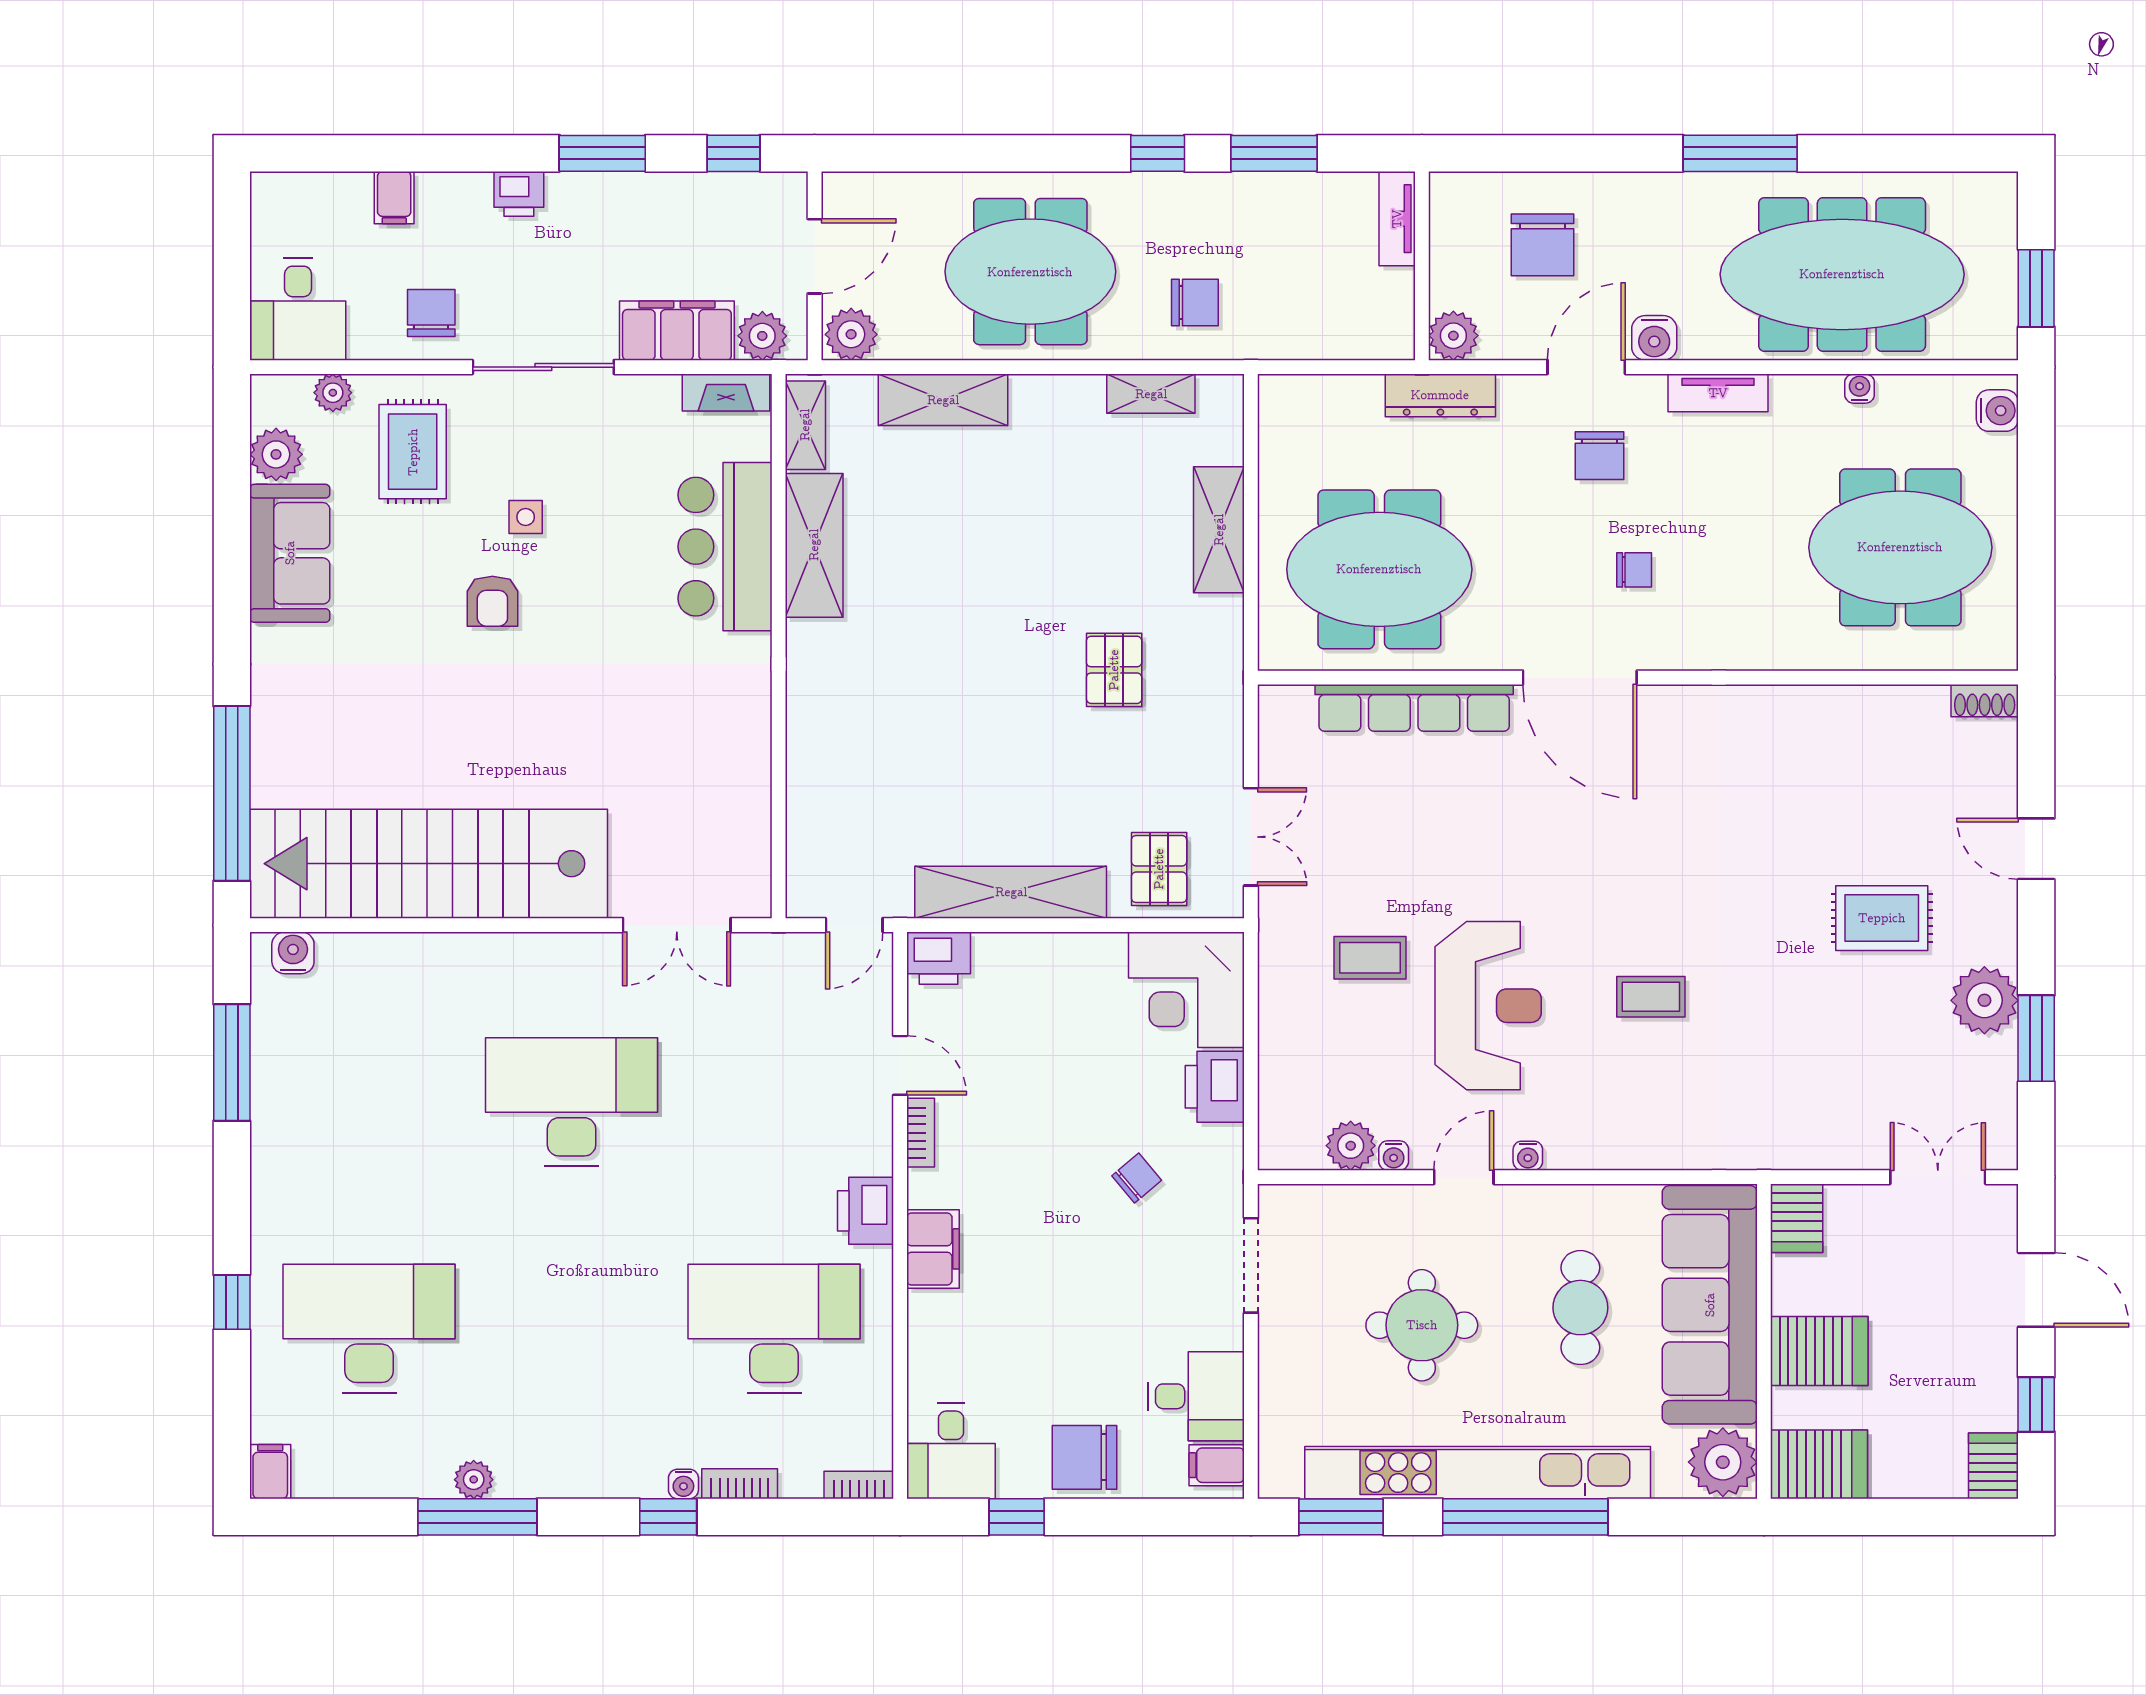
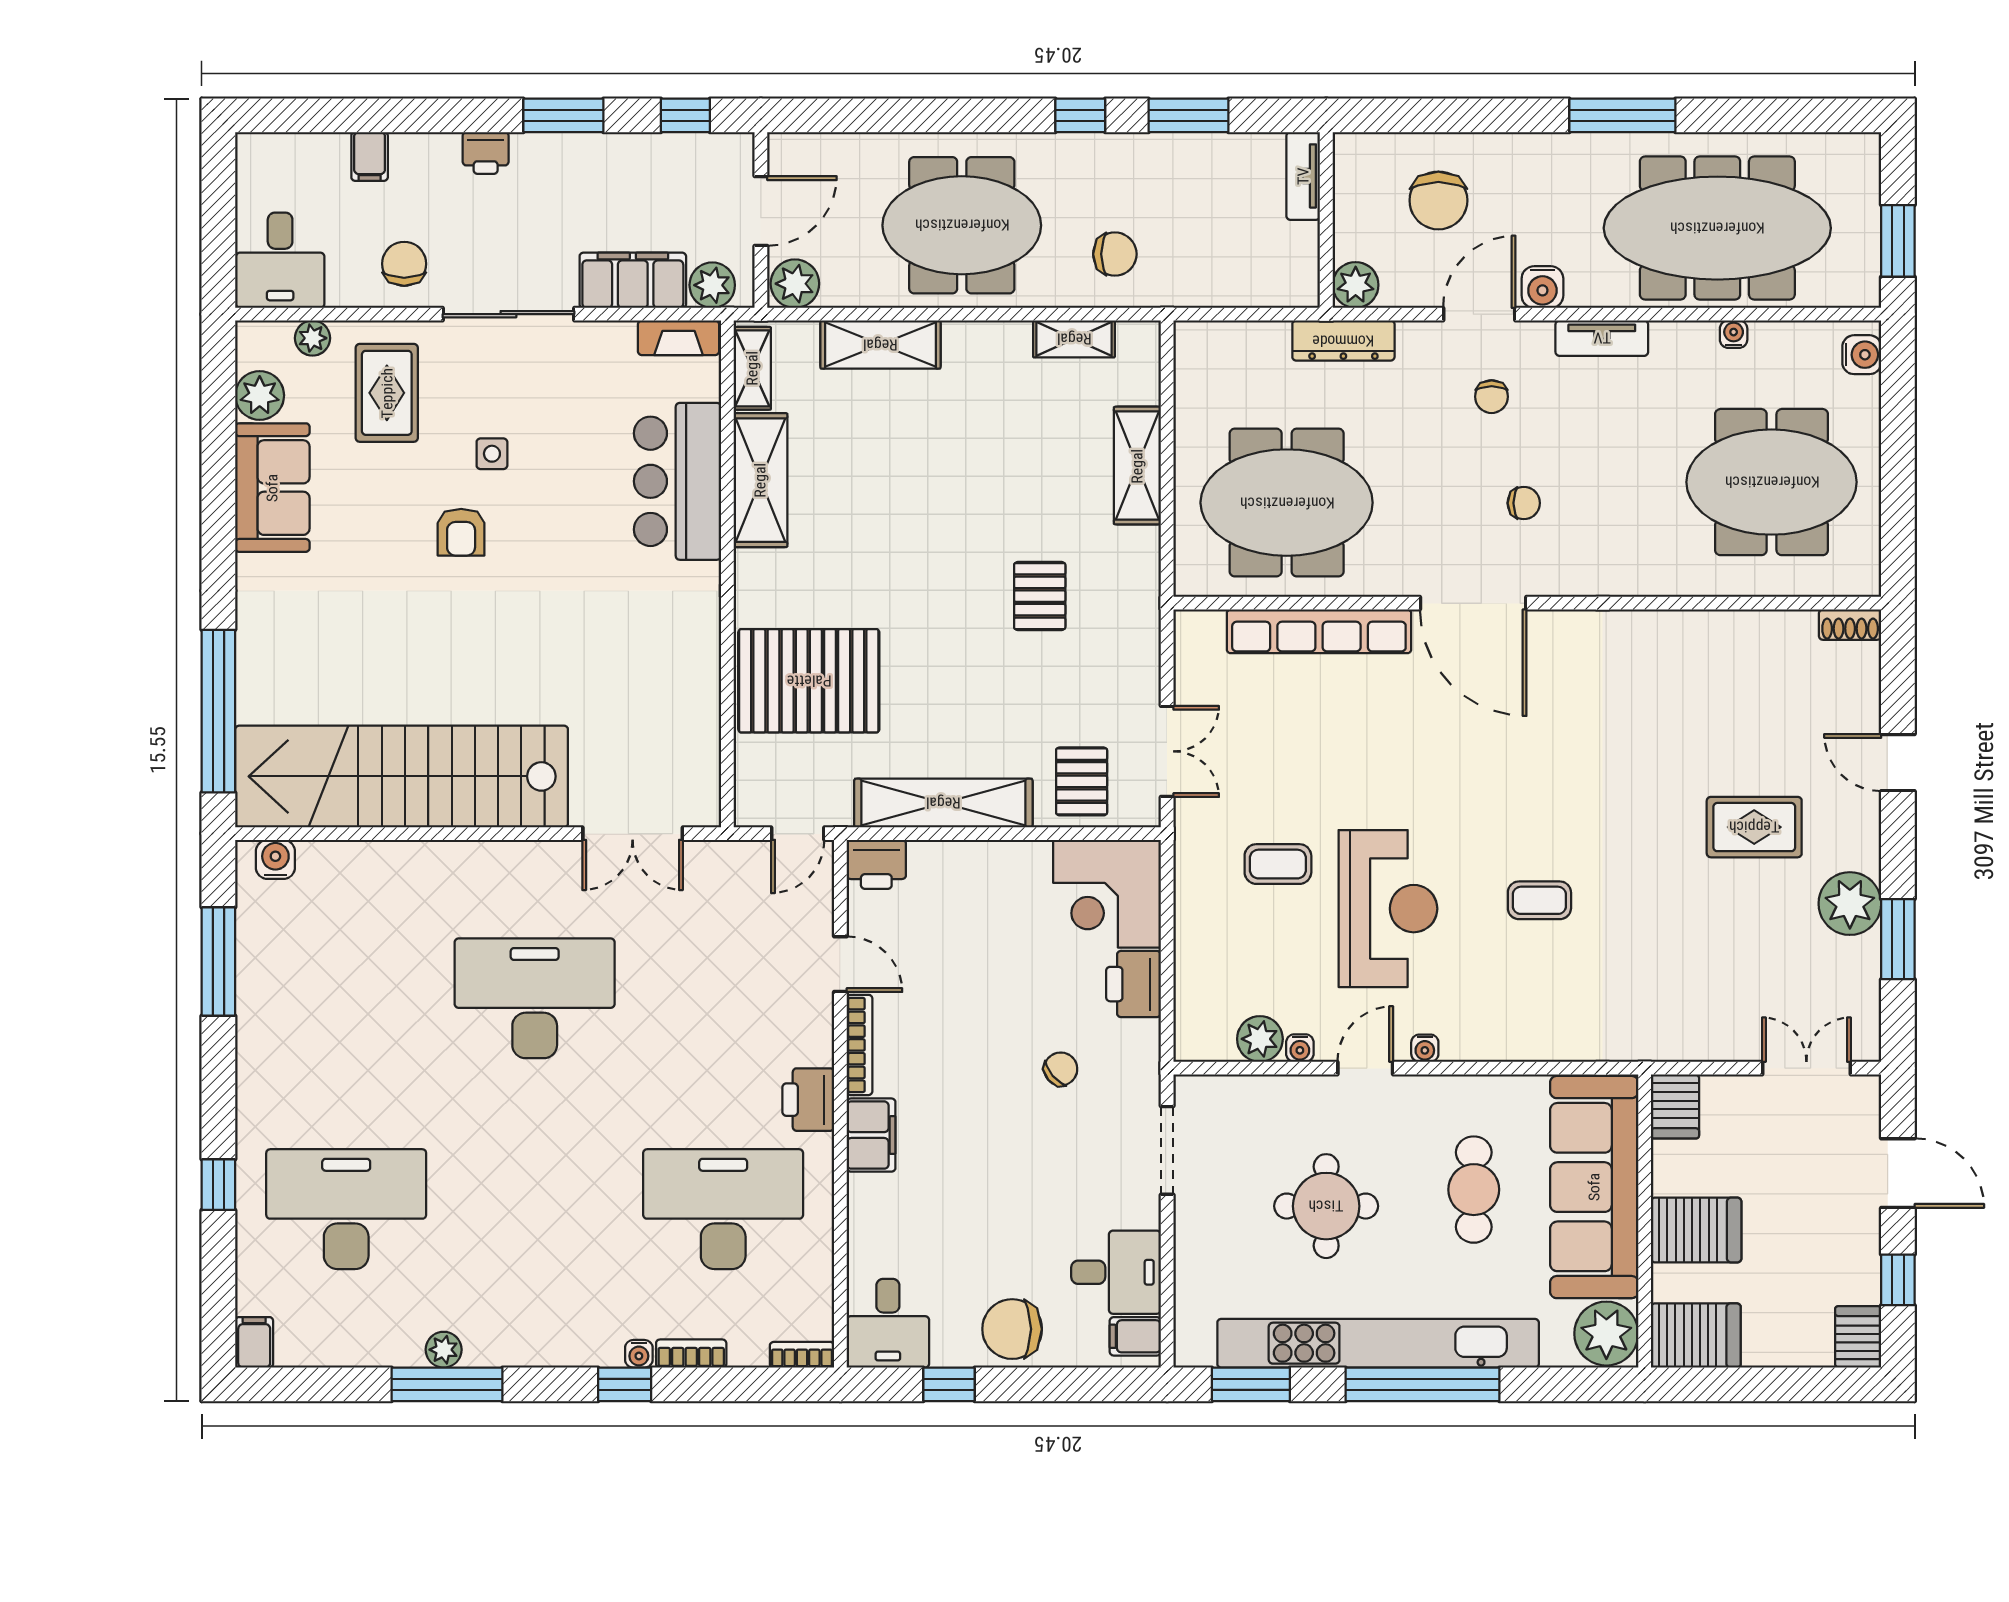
chair: (1599, 456) -> (1492, 397), width x0.73, depth x0.73
pallet: (866, 761) -> (809, 681), added
bookcase: (921, 1133) -> (860, 1045), width x1.56

